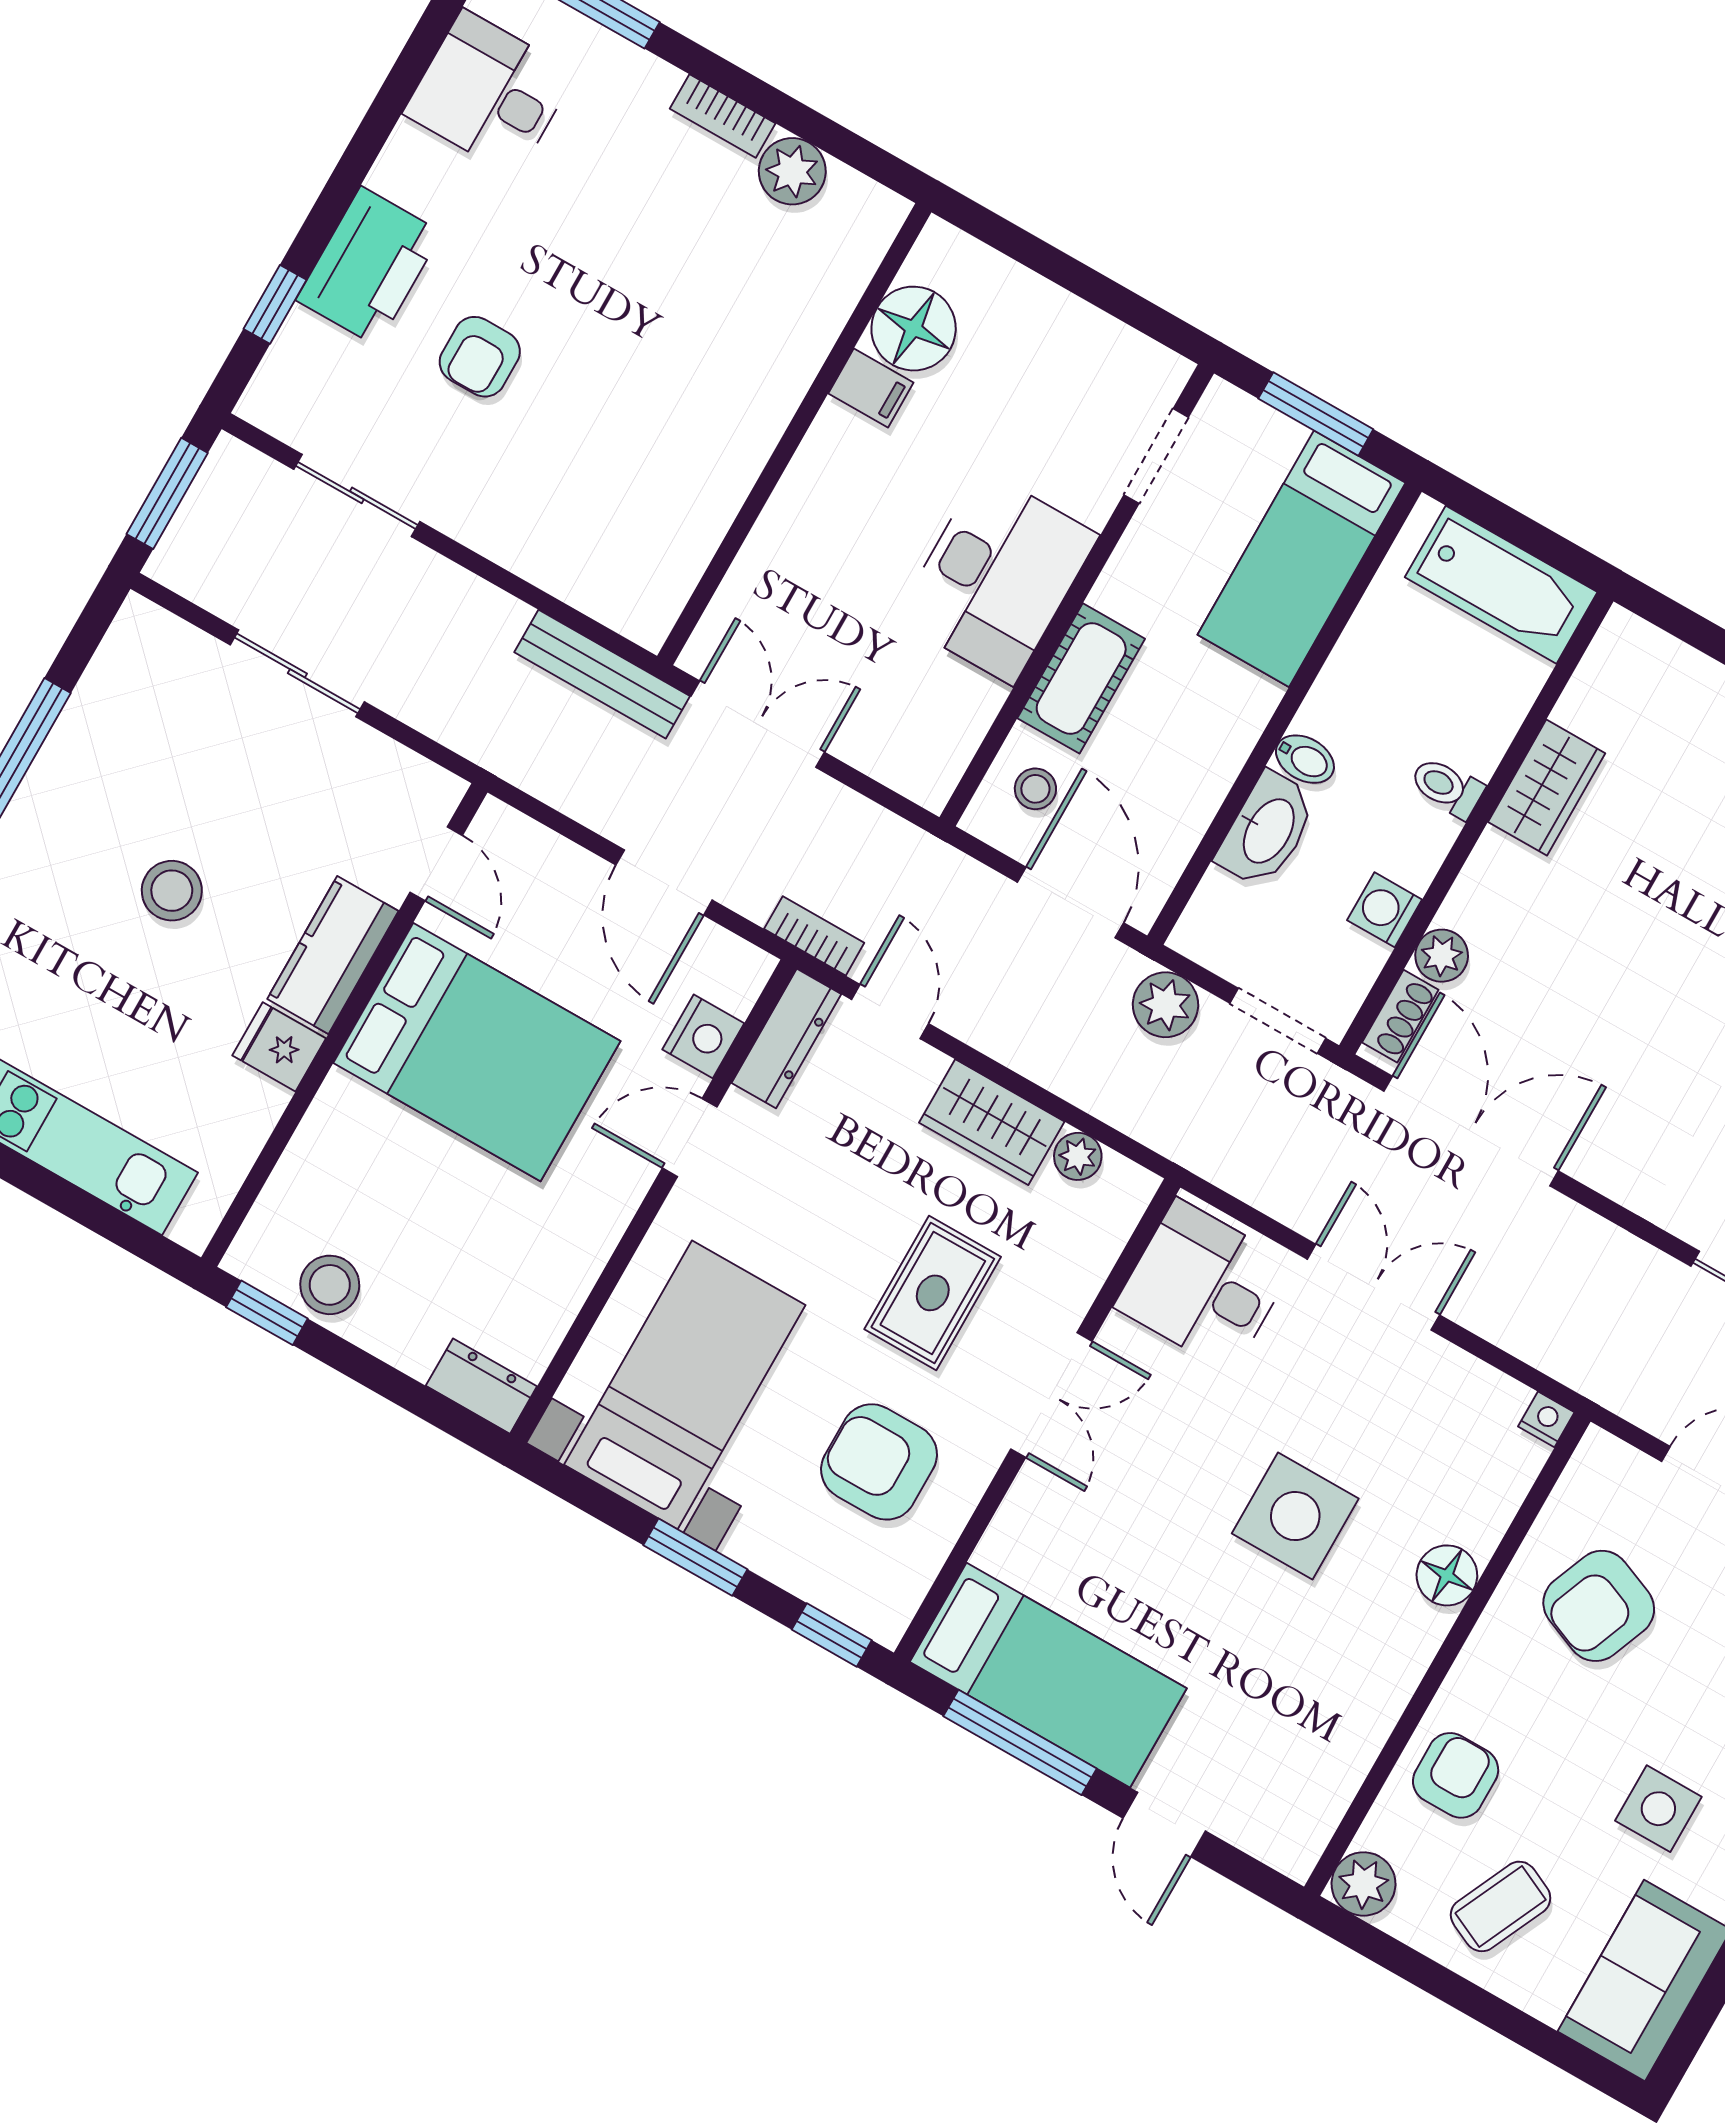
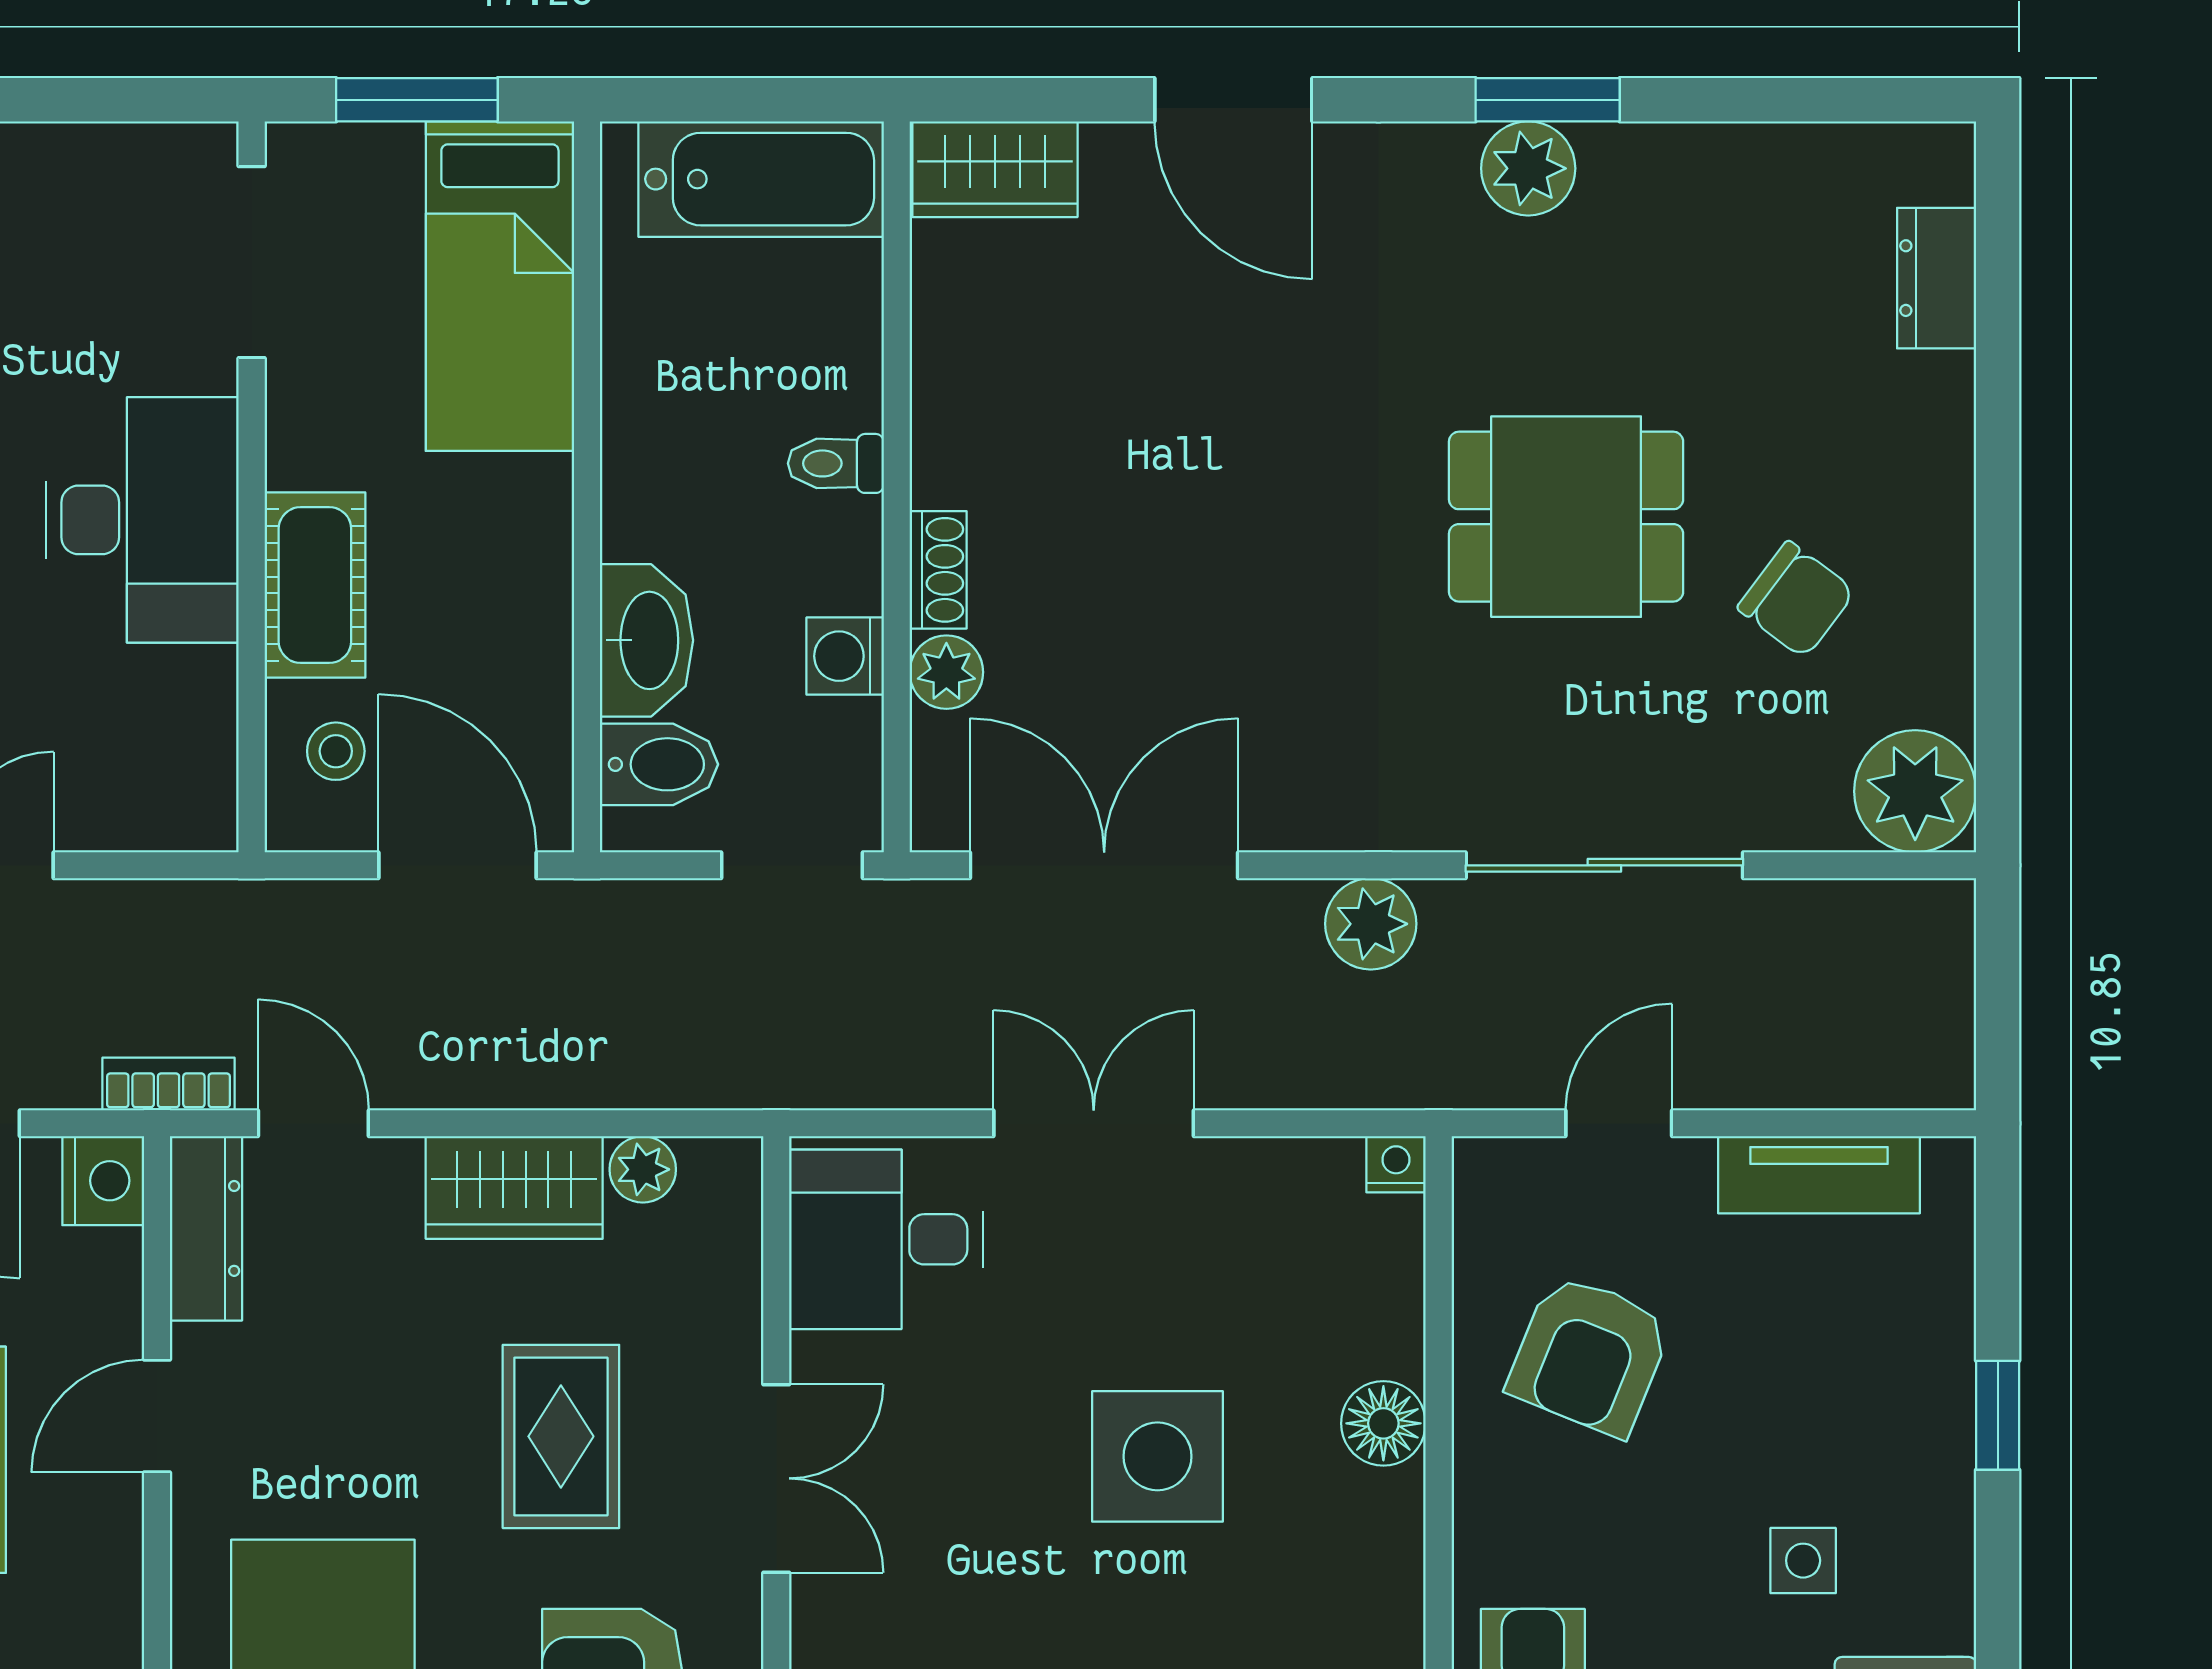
doorway: (1156, 456) -> (252, 262), width x1.38
bidet: (1305, 759) -> (659, 764), moved, width x1.38, depth x1.36
wardrobe: (1547, 788) -> (995, 169), moved, turned 90
plant: (1165, 1005) -> (1371, 924), moved
shoe rack: (1400, 1016) -> (938, 570), moved
nightstand: (703, 1036) -> (103, 1181), moved
side table: (1658, 1809) -> (1803, 1561), width x0.73, depth x0.73

